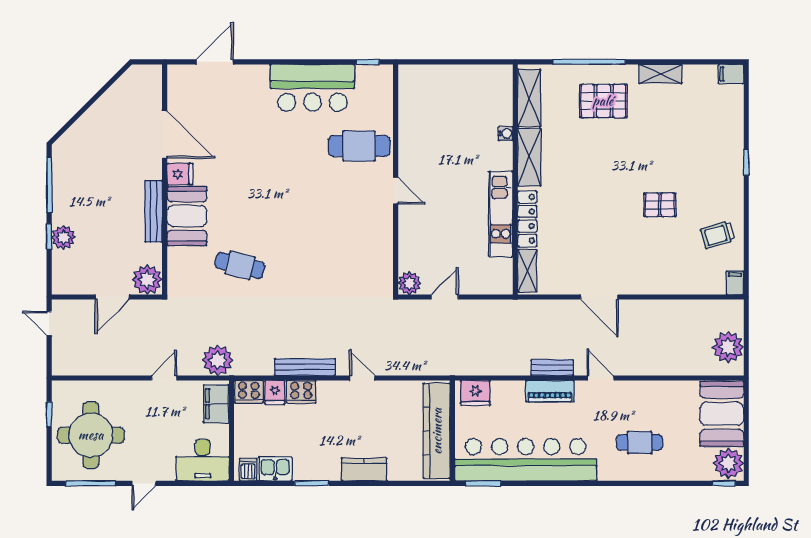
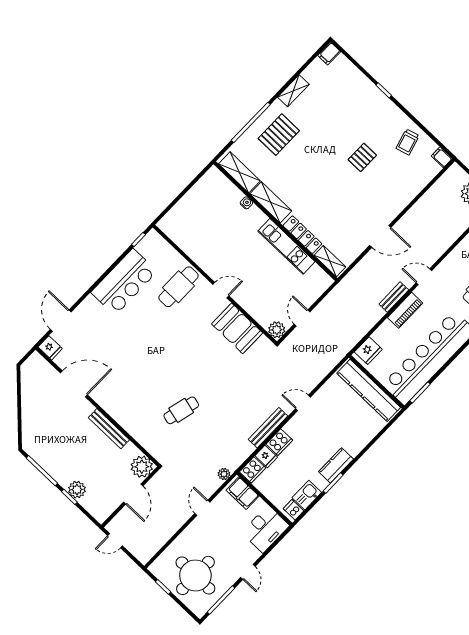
fridge: (180, 174) -> (50, 348), moved, turned 90
booth: (187, 216) -> (237, 328), moved
plant: (218, 360) -> (224, 474), width x0.53, depth x0.53
kitchen counter: (364, 470) -> (336, 465), moved

